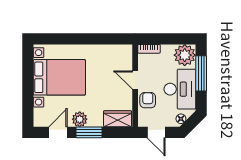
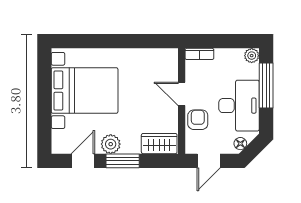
plant: (185, 55) -> (252, 56), width x0.53, depth x0.53
door: (156, 132) -> (209, 161), hinge flipped

